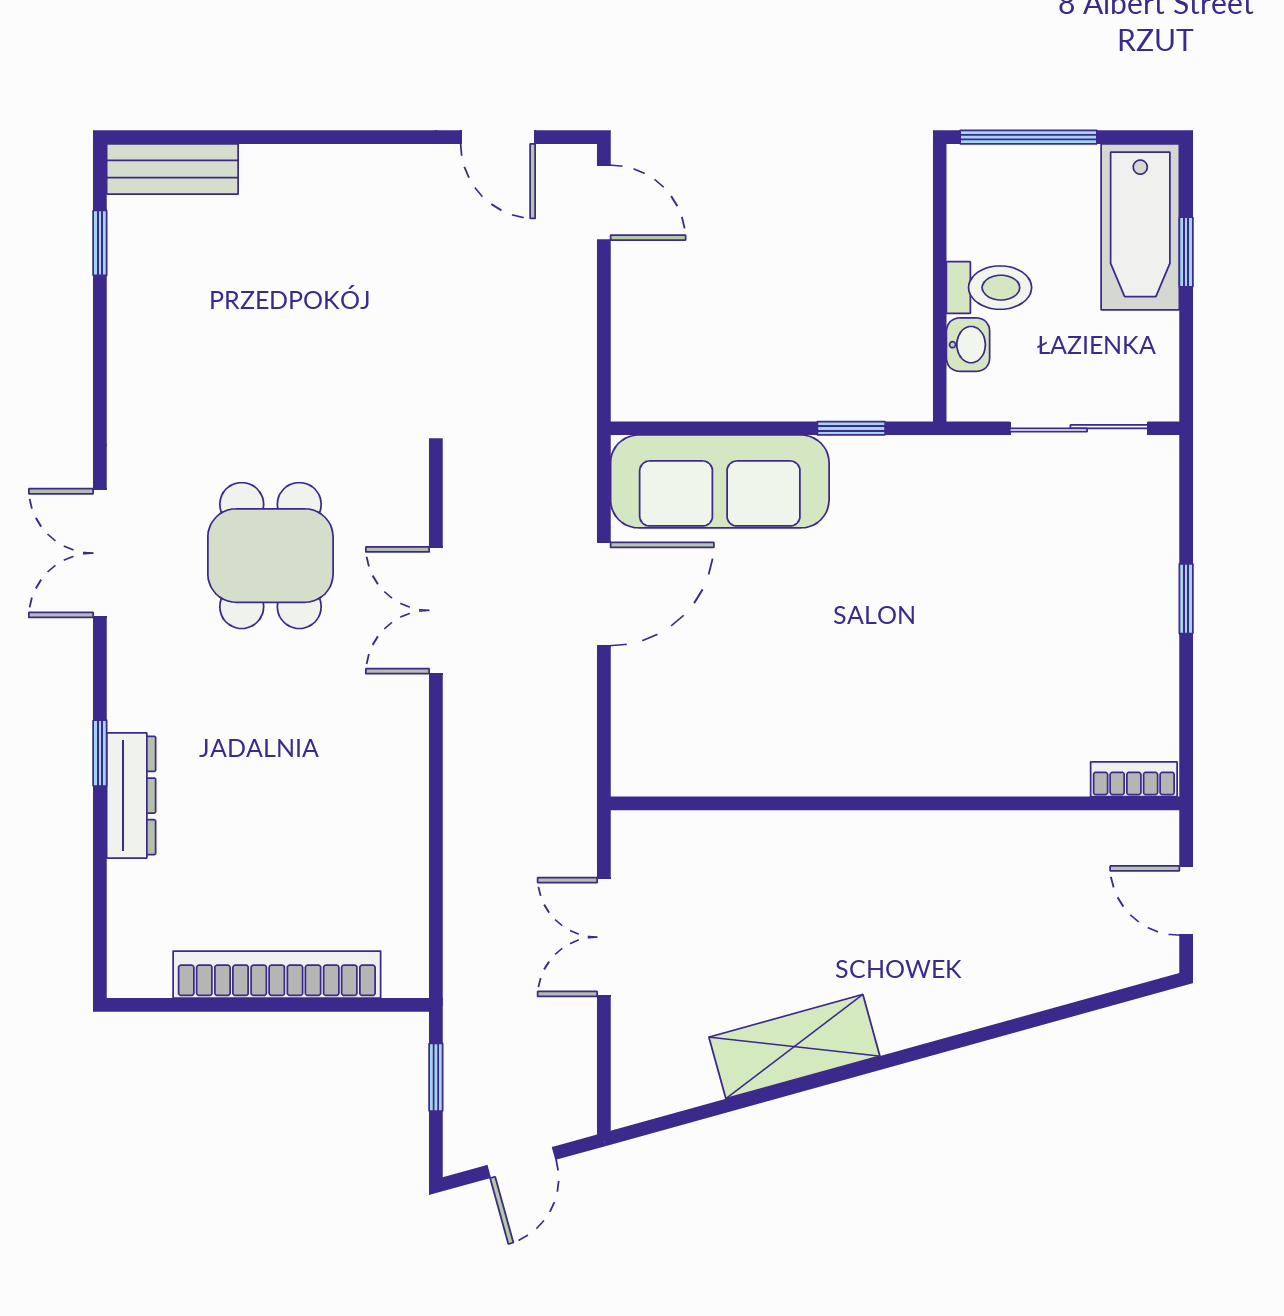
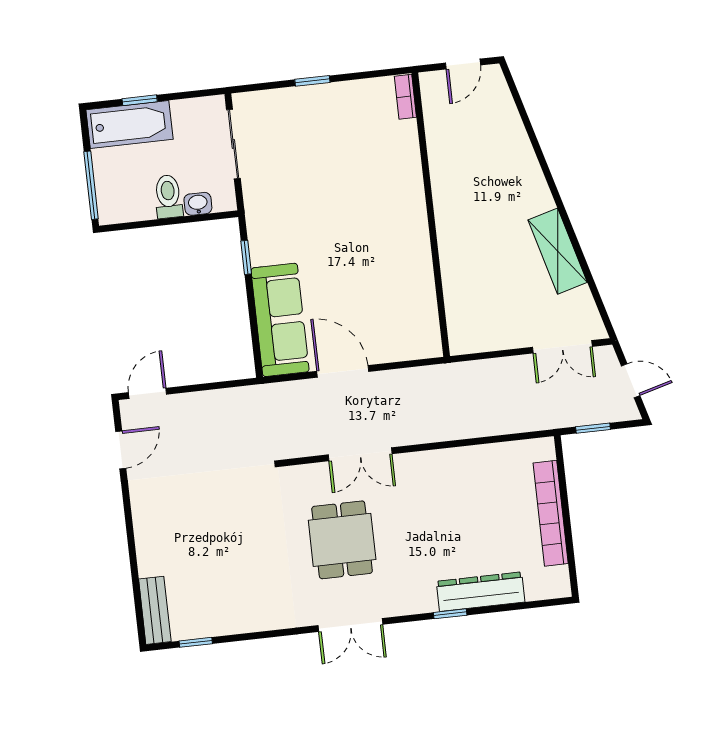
dining table: (270, 556) -> (342, 540), turned 90
dresser: (131, 796) -> (481, 592), width x1.37, depth x1.24
double door: (604, 937) -> (562, 347), moved

